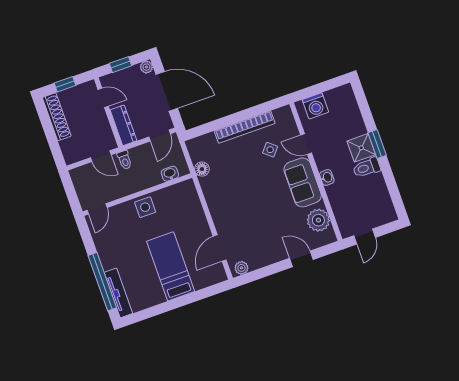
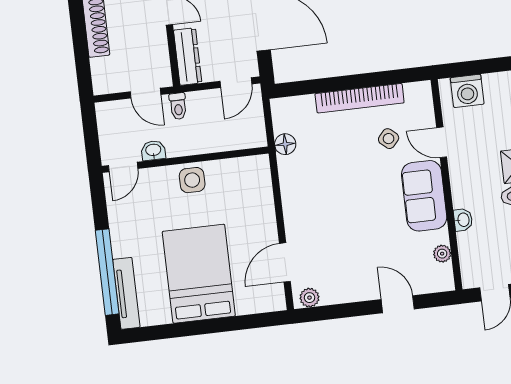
washbasin: (170, 174) -> (153, 150), moved
washbasin: (327, 177) -> (463, 220), moved
plant: (318, 220) -> (442, 254), width x0.53, depth x0.53
bed: (171, 266) -> (199, 274), width x1.50

